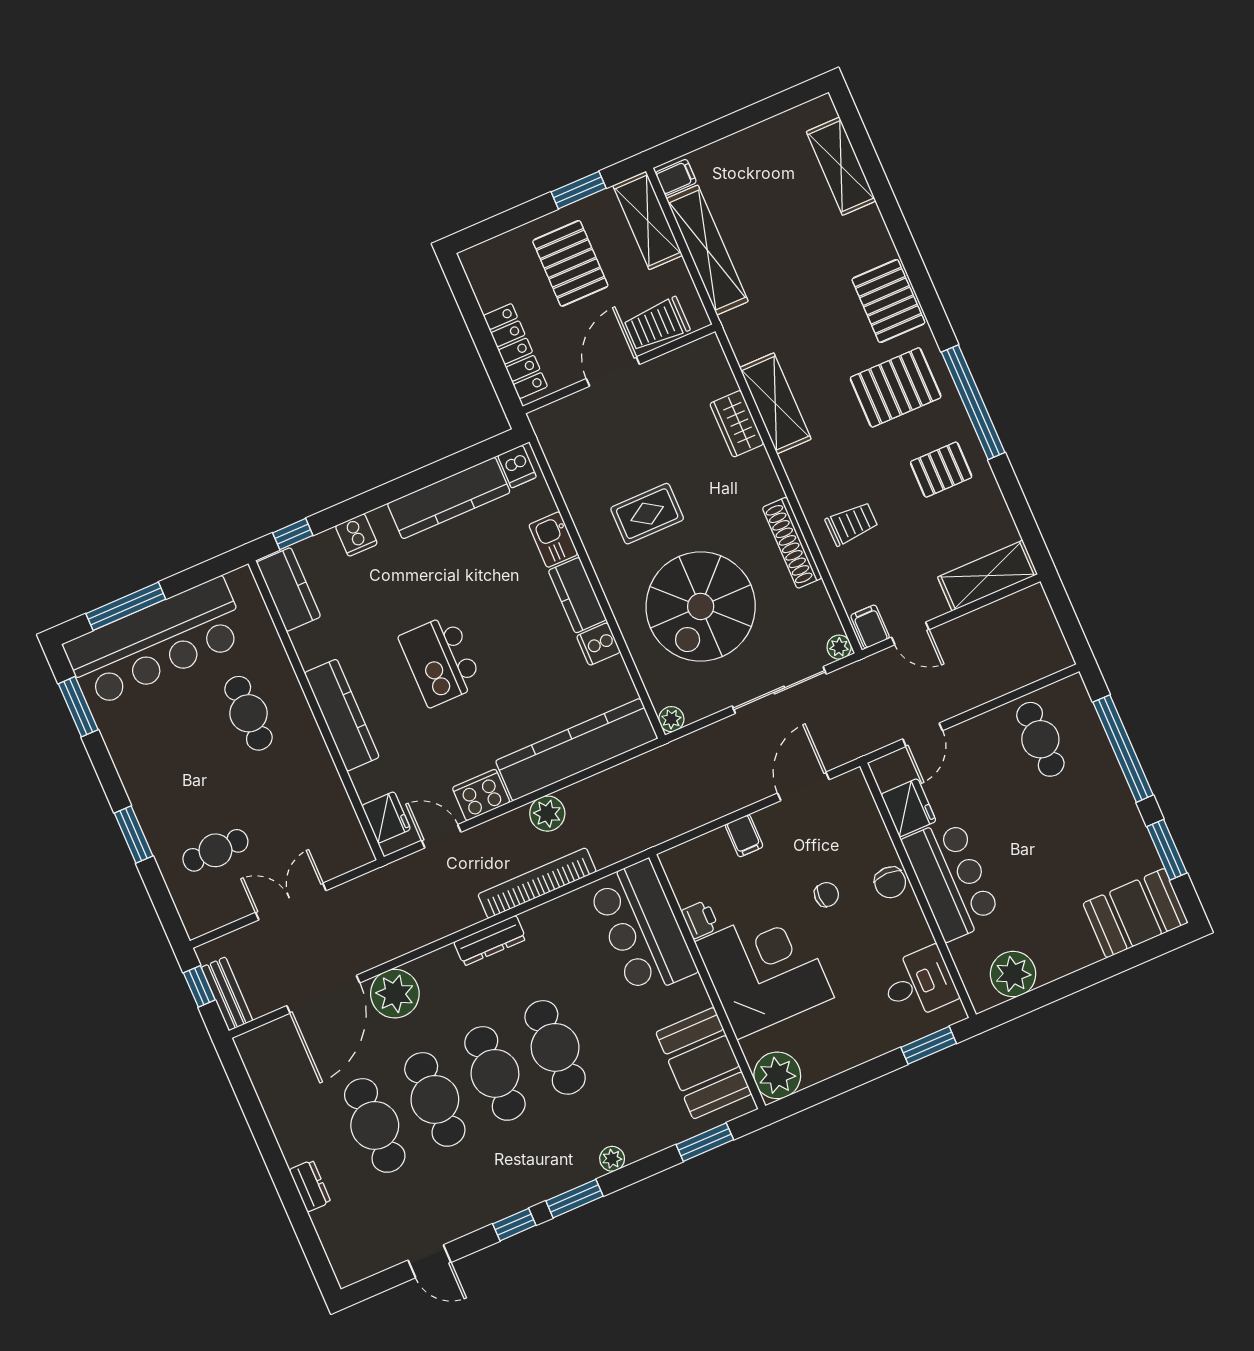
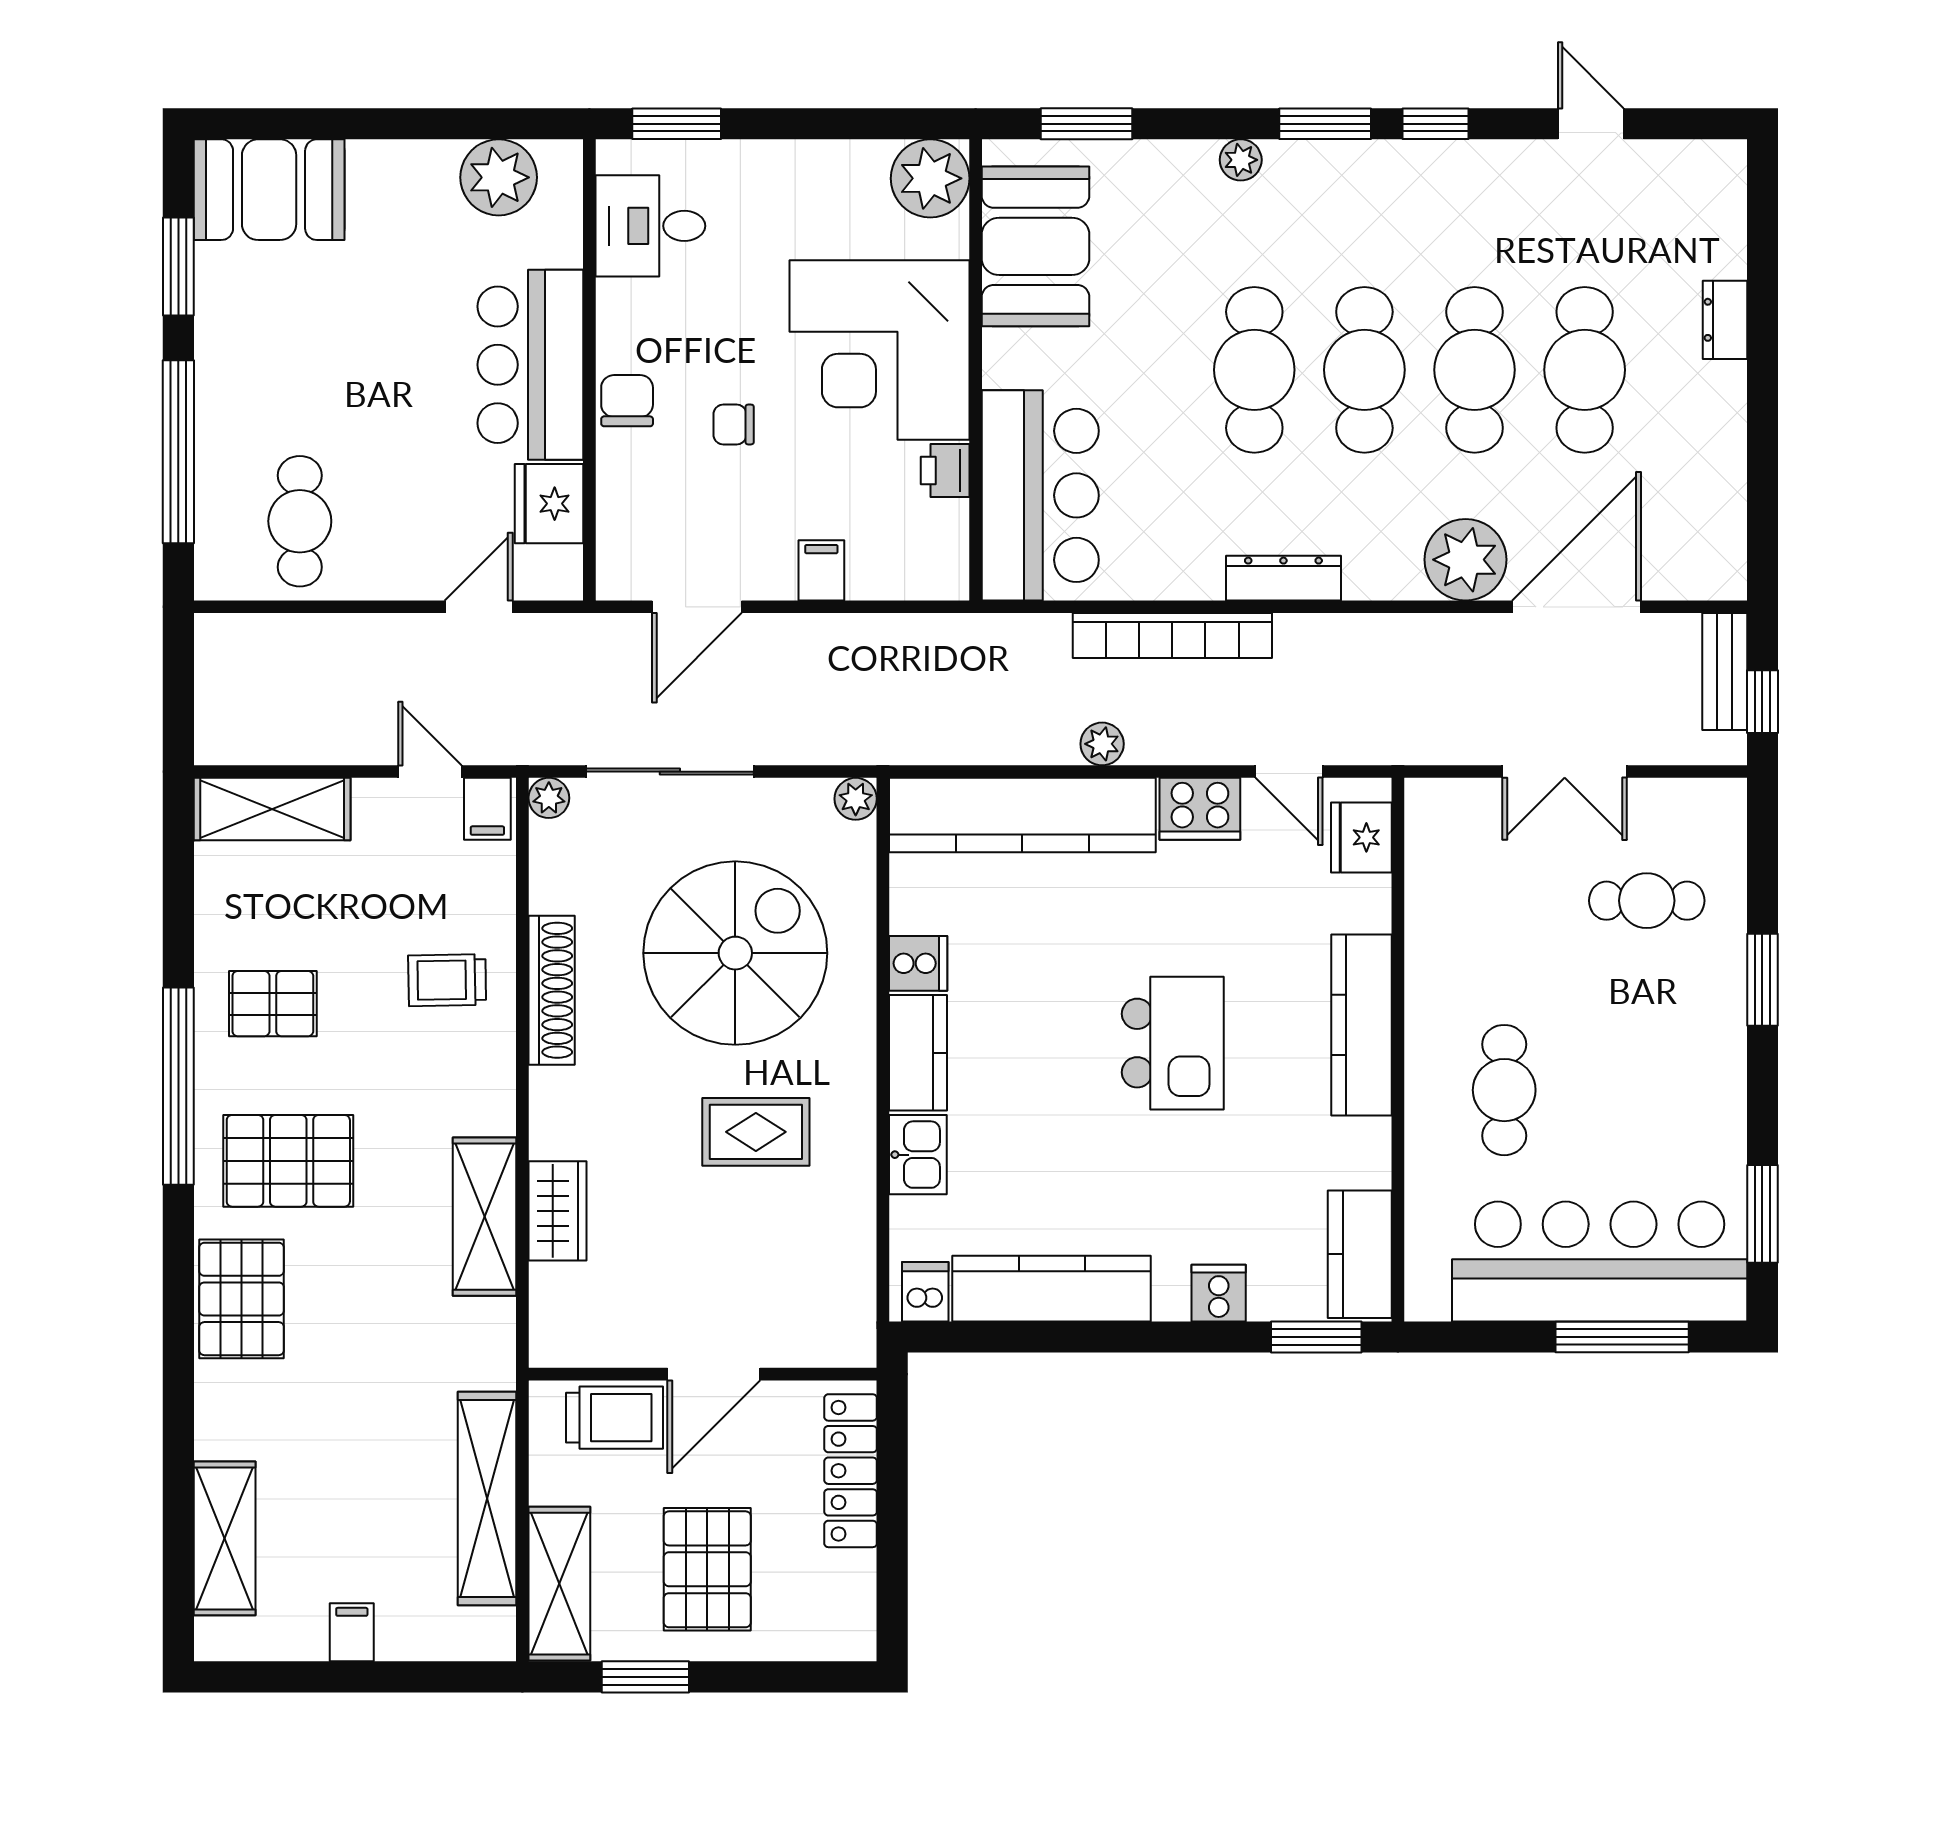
filing cabinet: (676, 177) -> (352, 1632), moved, turned 90
window: (293, 534) -> (1316, 1337), width x1.50
plant: (547, 814) -> (1102, 744), width x0.73, depth x0.73

